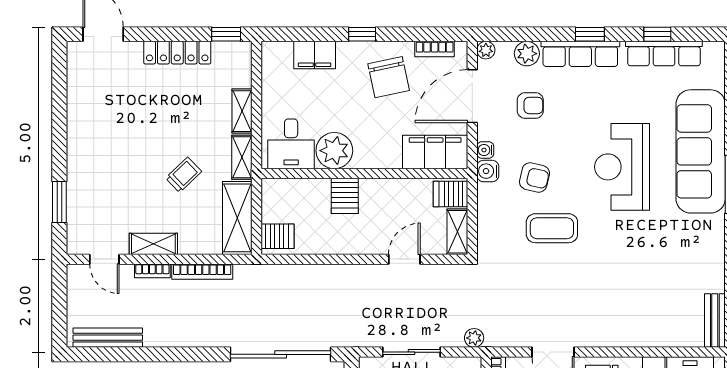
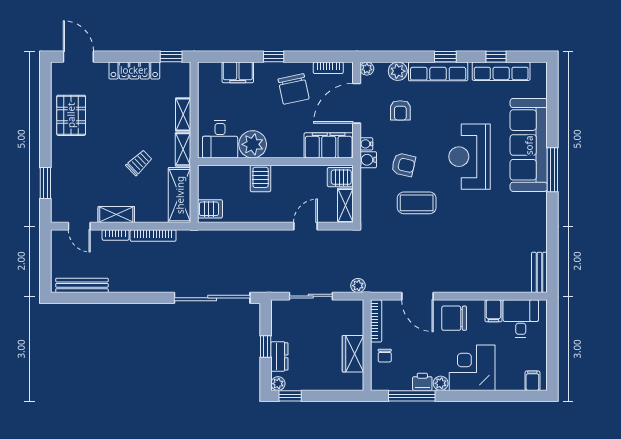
armchair: (530, 105) -> (400, 110), turned 90
pallet: (93, 112) -> (71, 115), added

